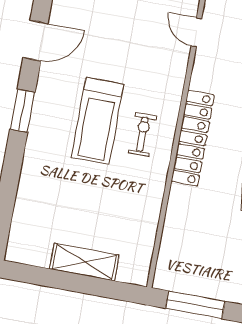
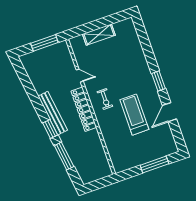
door: (196, 32) -> (80, 76), moved
treadmill: (97, 121) -> (134, 115), moved

